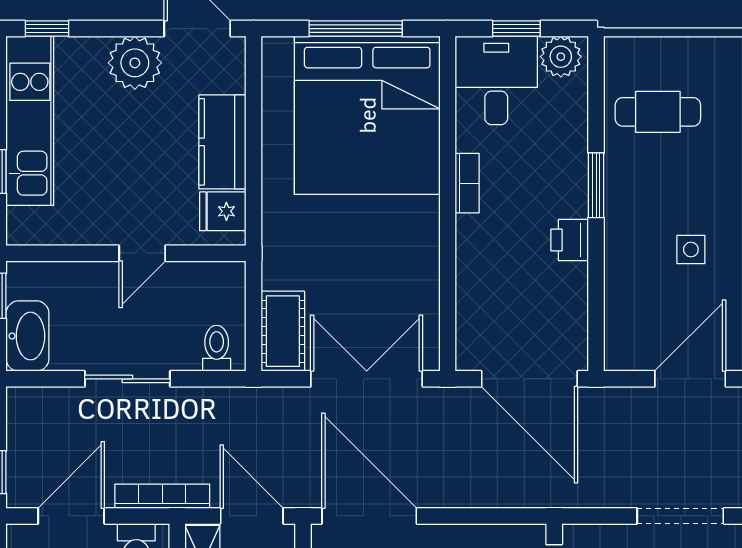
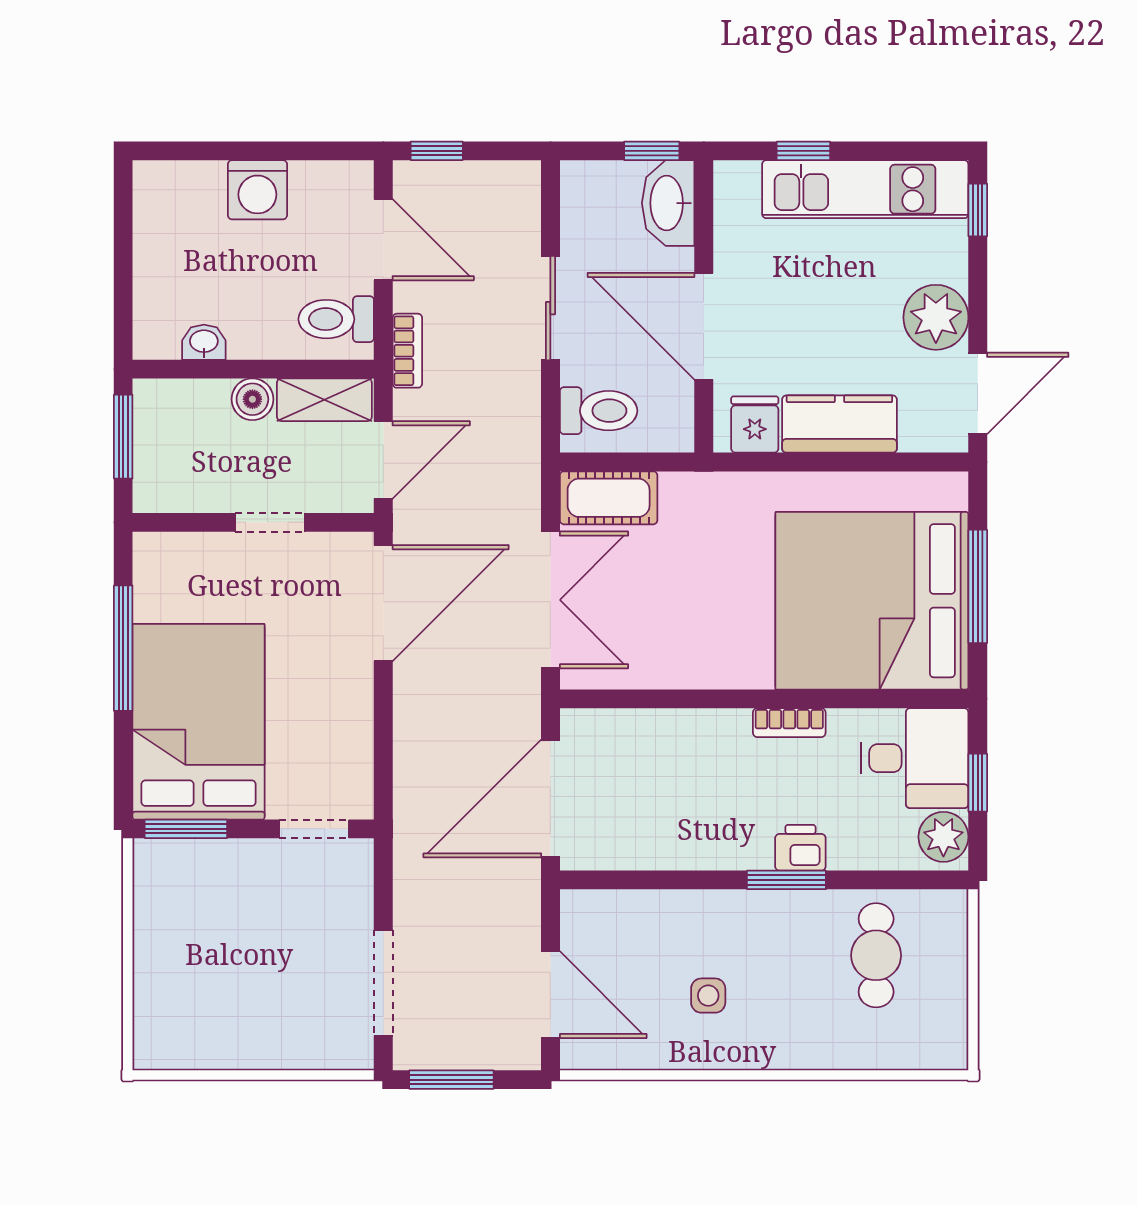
printer: (570, 240) -> (800, 848), moved
door: (142, 253) -> (704, 326), width x1.88
washbasin: (27, 336) -> (668, 203), moved, turned 90
toilet: (217, 348) -> (599, 411), width x1.37, depth x1.39
bookcase: (162, 496) -> (407, 351), width x0.64

